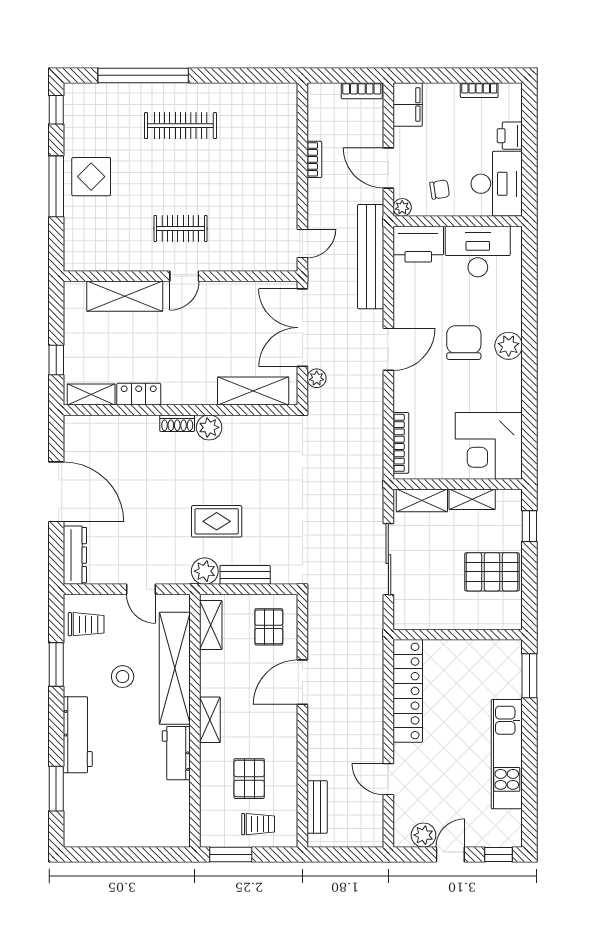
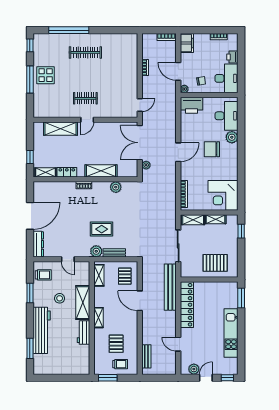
desk: (478, 252) -> (227, 116), moved, turned 90
bench: (371, 257) -> (170, 287), moved
chair: (464, 343) -> (212, 149), turned -90
plant: (509, 346) -> (232, 137), moved
shelving: (253, 391) -> (101, 171), moved
plant: (209, 427) -> (116, 187), moved
door: (56, 492) -> (30, 216), hinge flipped
pallet: (492, 572) -> (215, 263), moved
shelving: (175, 668) -> (83, 303), width x0.68
door: (302, 682) -> (140, 301), hinge flipped
workbench: (78, 735) -> (42, 330), width x1.36, depth x1.32

